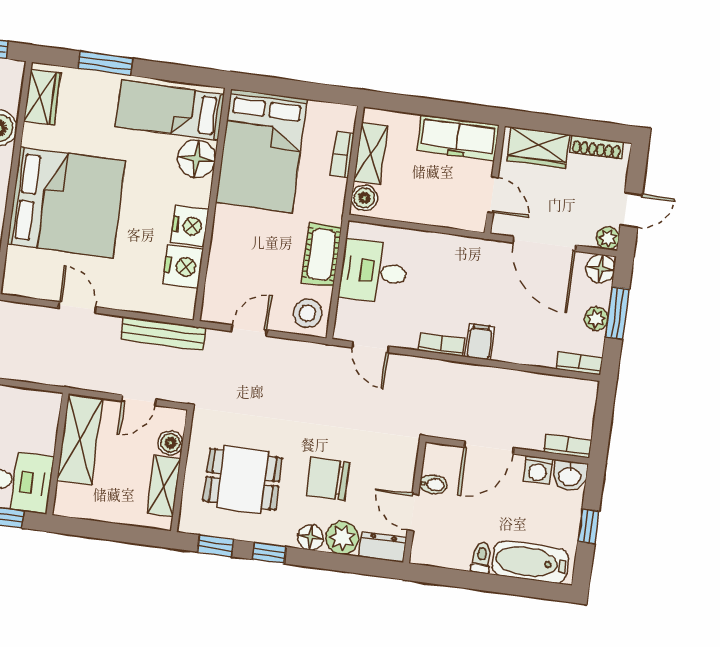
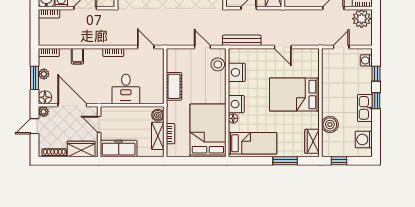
floor lamp: (197, 159) -> (233, 118), width x0.53, depth x0.53
bed: (66, 202) -> (294, 94), width x0.73
nightstand: (190, 226) -> (236, 104), moved
desk: (374, 271) -> (126, 89), moved, turned 90
stool: (308, 313) -> (218, 64), moved
door: (249, 331) -> (202, 47), swing flipped
filing cabinet: (480, 342) -> (77, 56), moved

